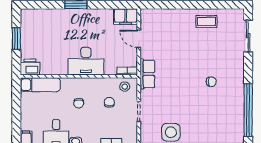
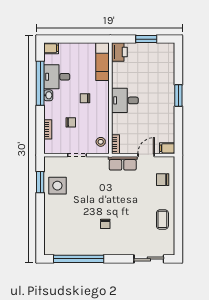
filing cabinet: (126, 17) -> (167, 148), width x0.50
chair: (165, 21) -> (163, 180), added
desk: (86, 61) -> (125, 100), width x0.73
row of seats: (147, 74) -> (123, 163), moved
chair: (109, 102) -> (71, 122), moved

